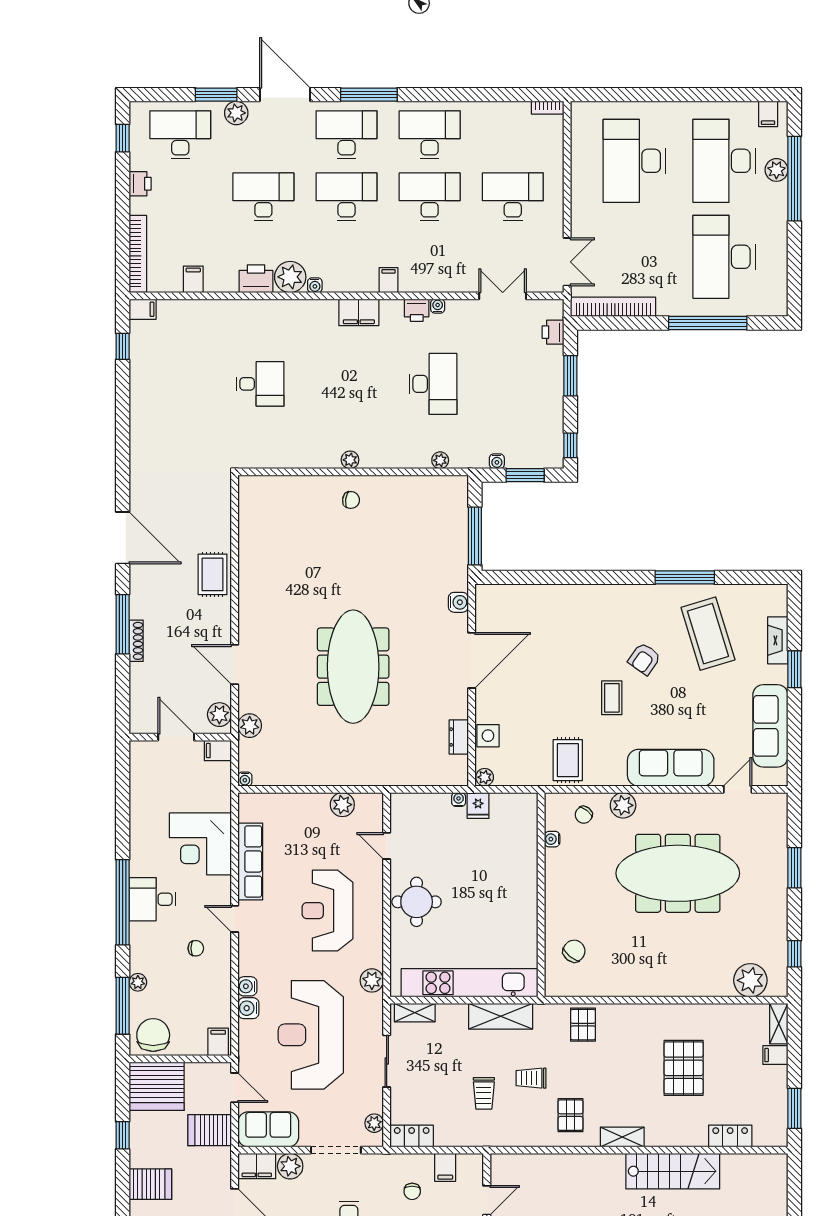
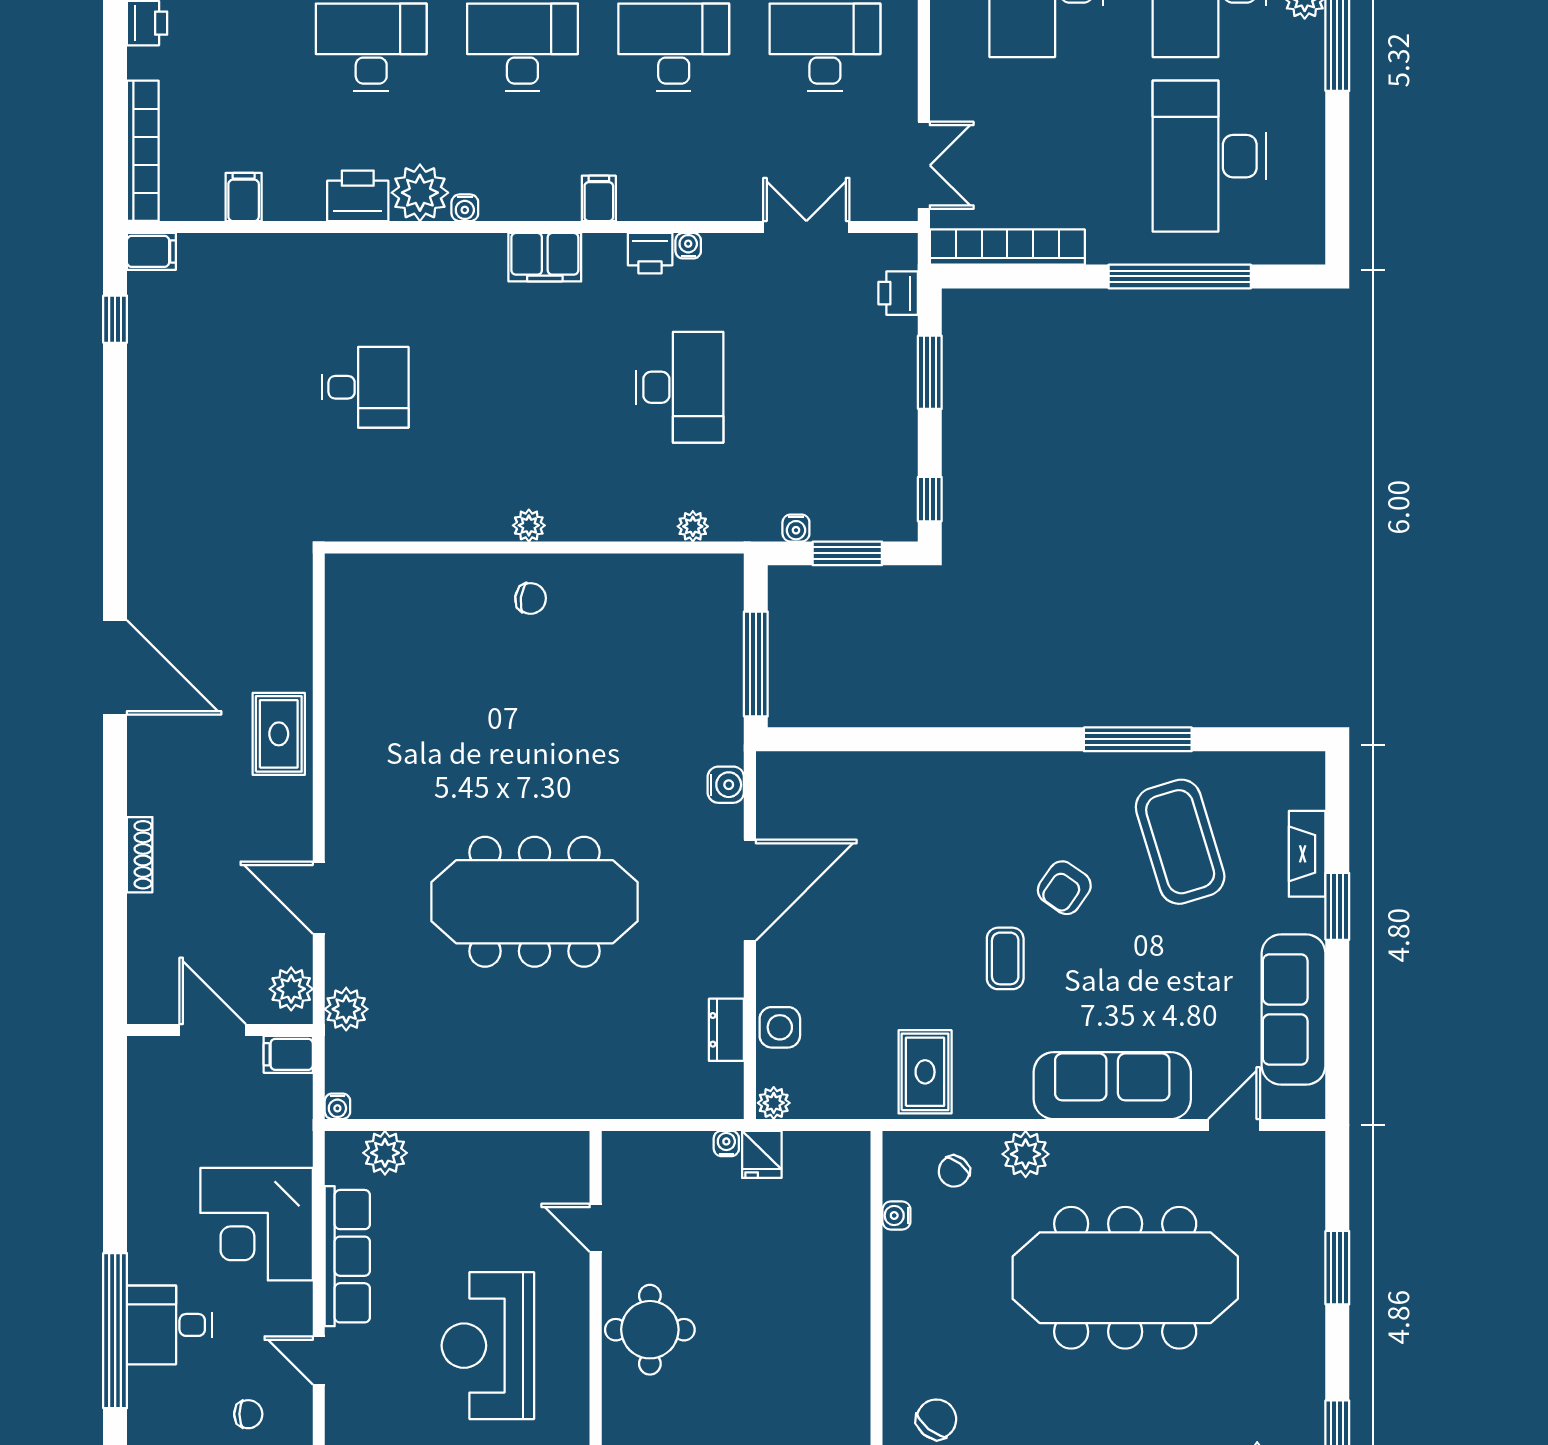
window: (123, 624) -> (115, 825), removed
meeting table: (353, 667) -> (535, 902), turned 90
plant: (342, 805) -> (385, 1153), moved

